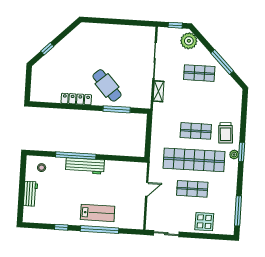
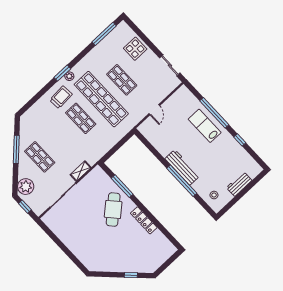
door: (147, 189) -> (154, 110), swing flipped

